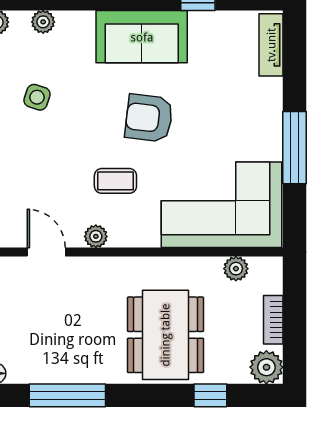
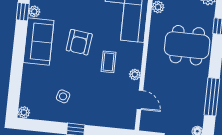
plant: (43, 22) -> (34, 11), moved
door: (46, 252) -> (140, 100), swing flipped

